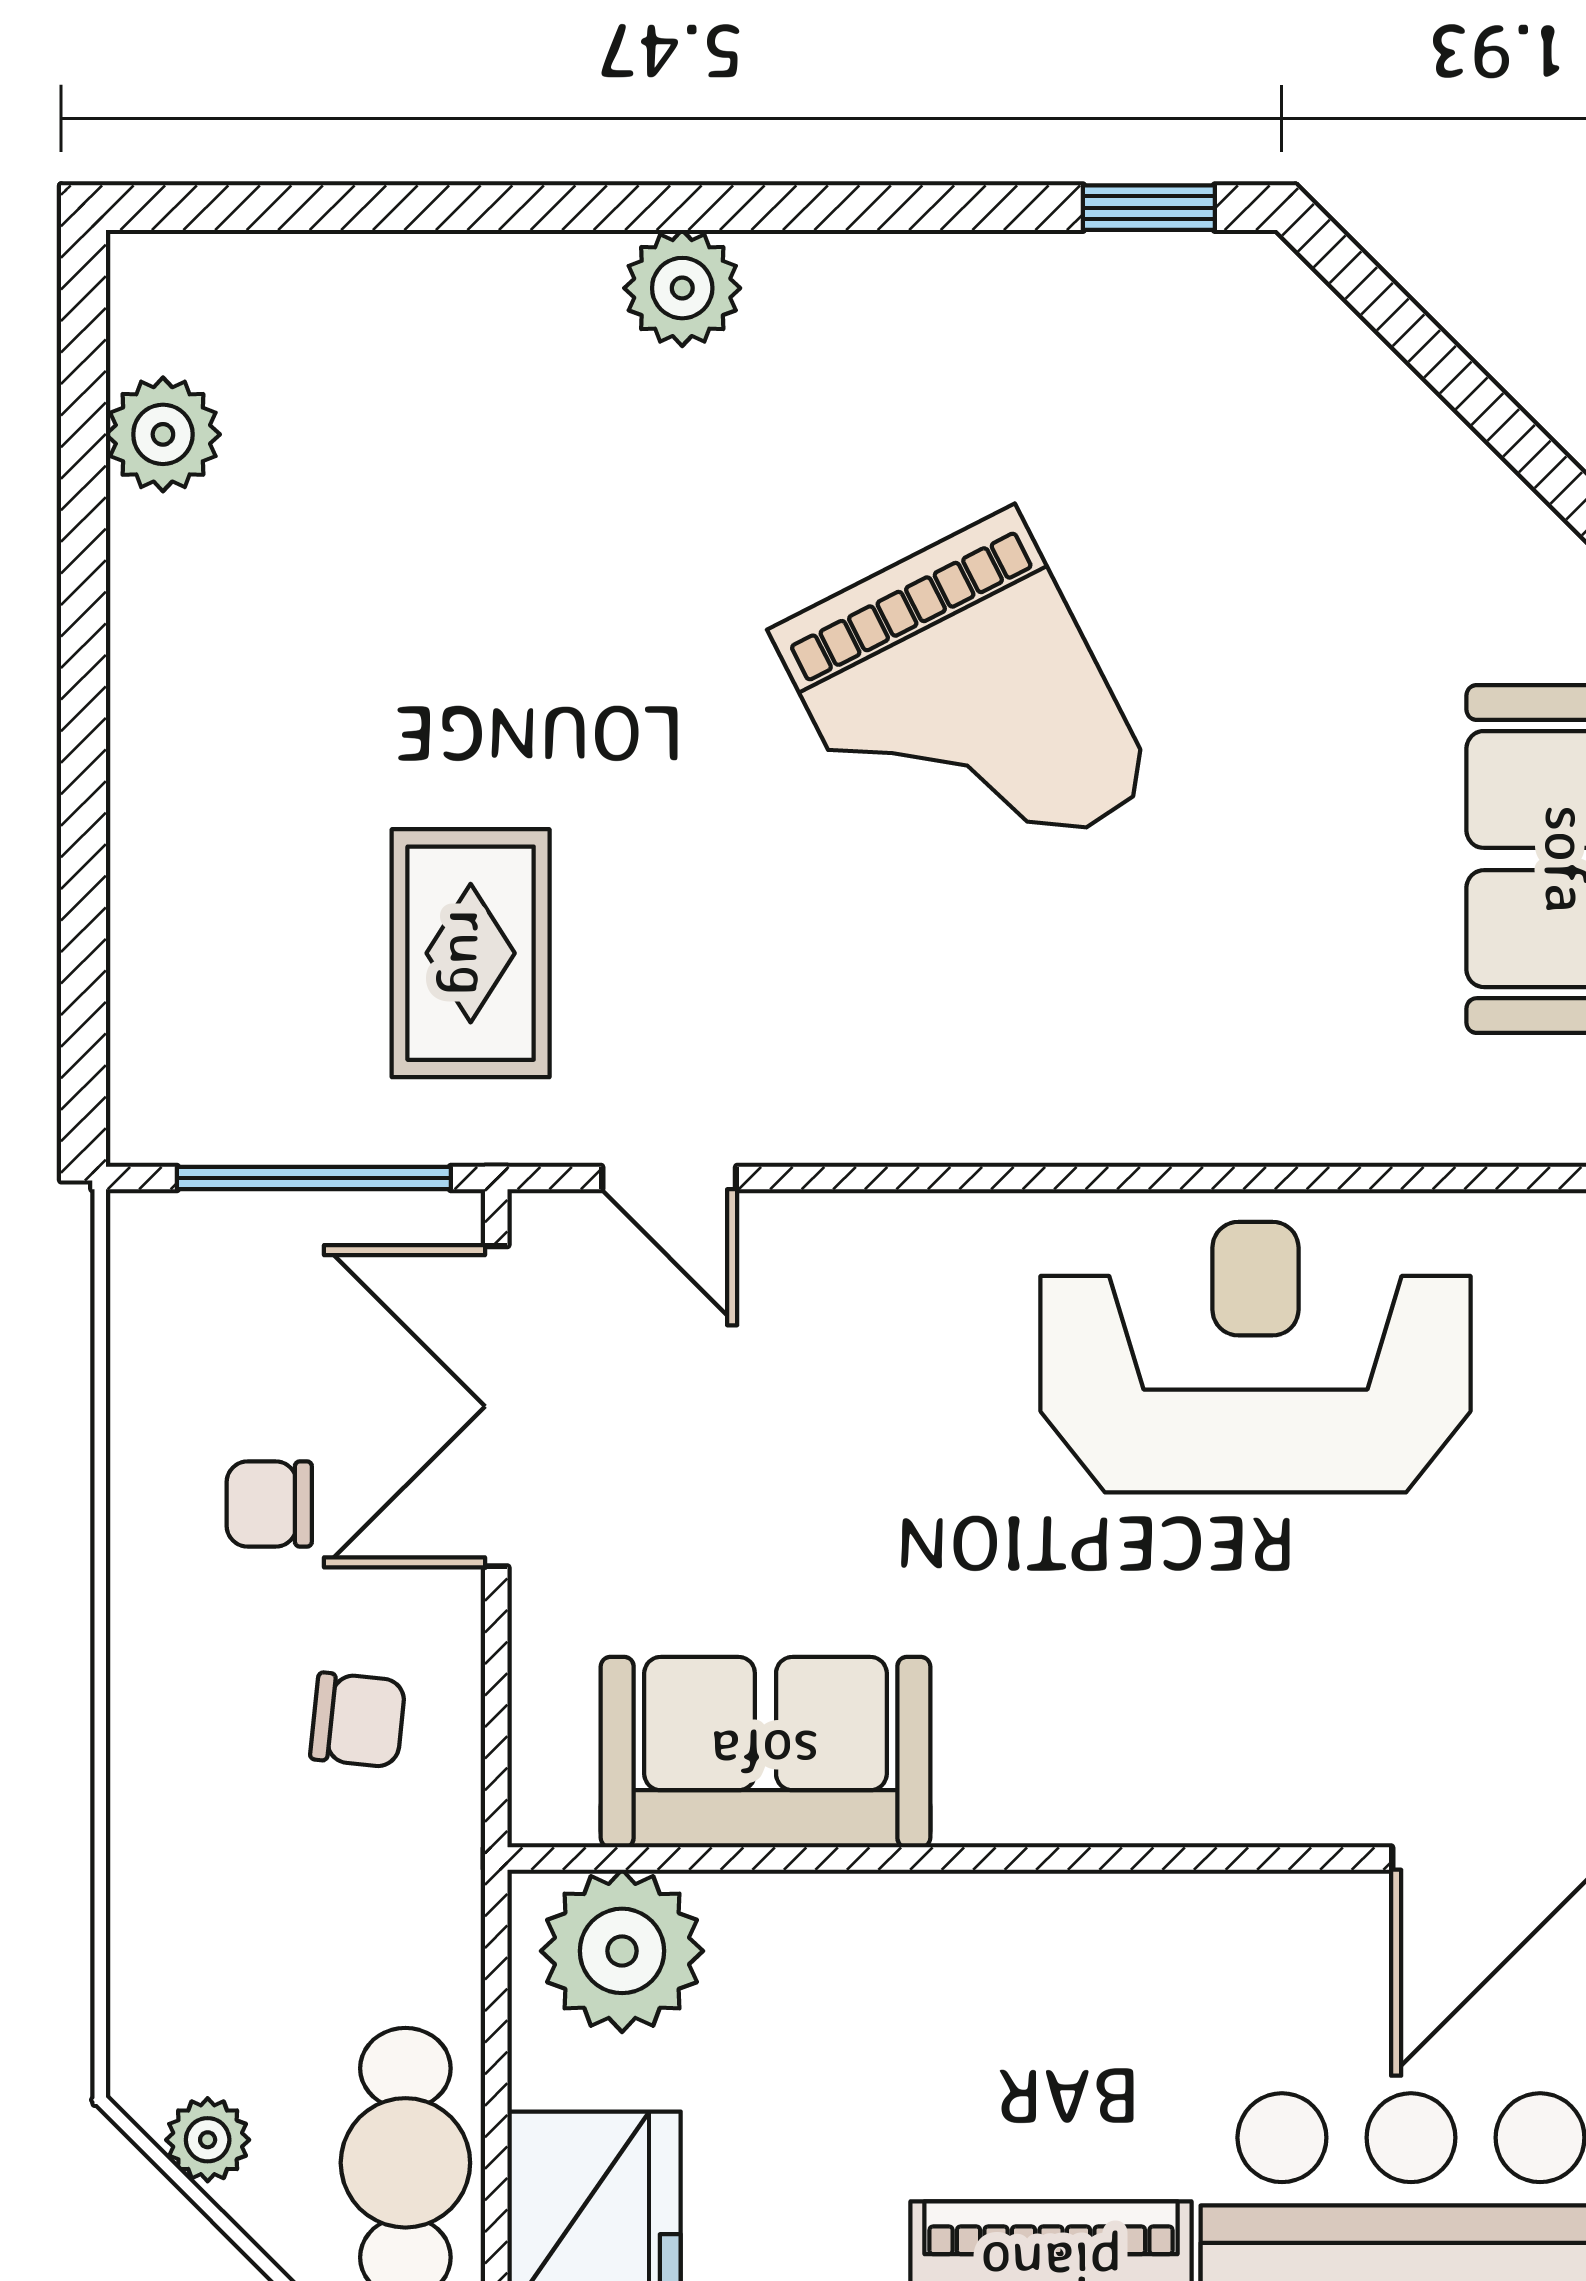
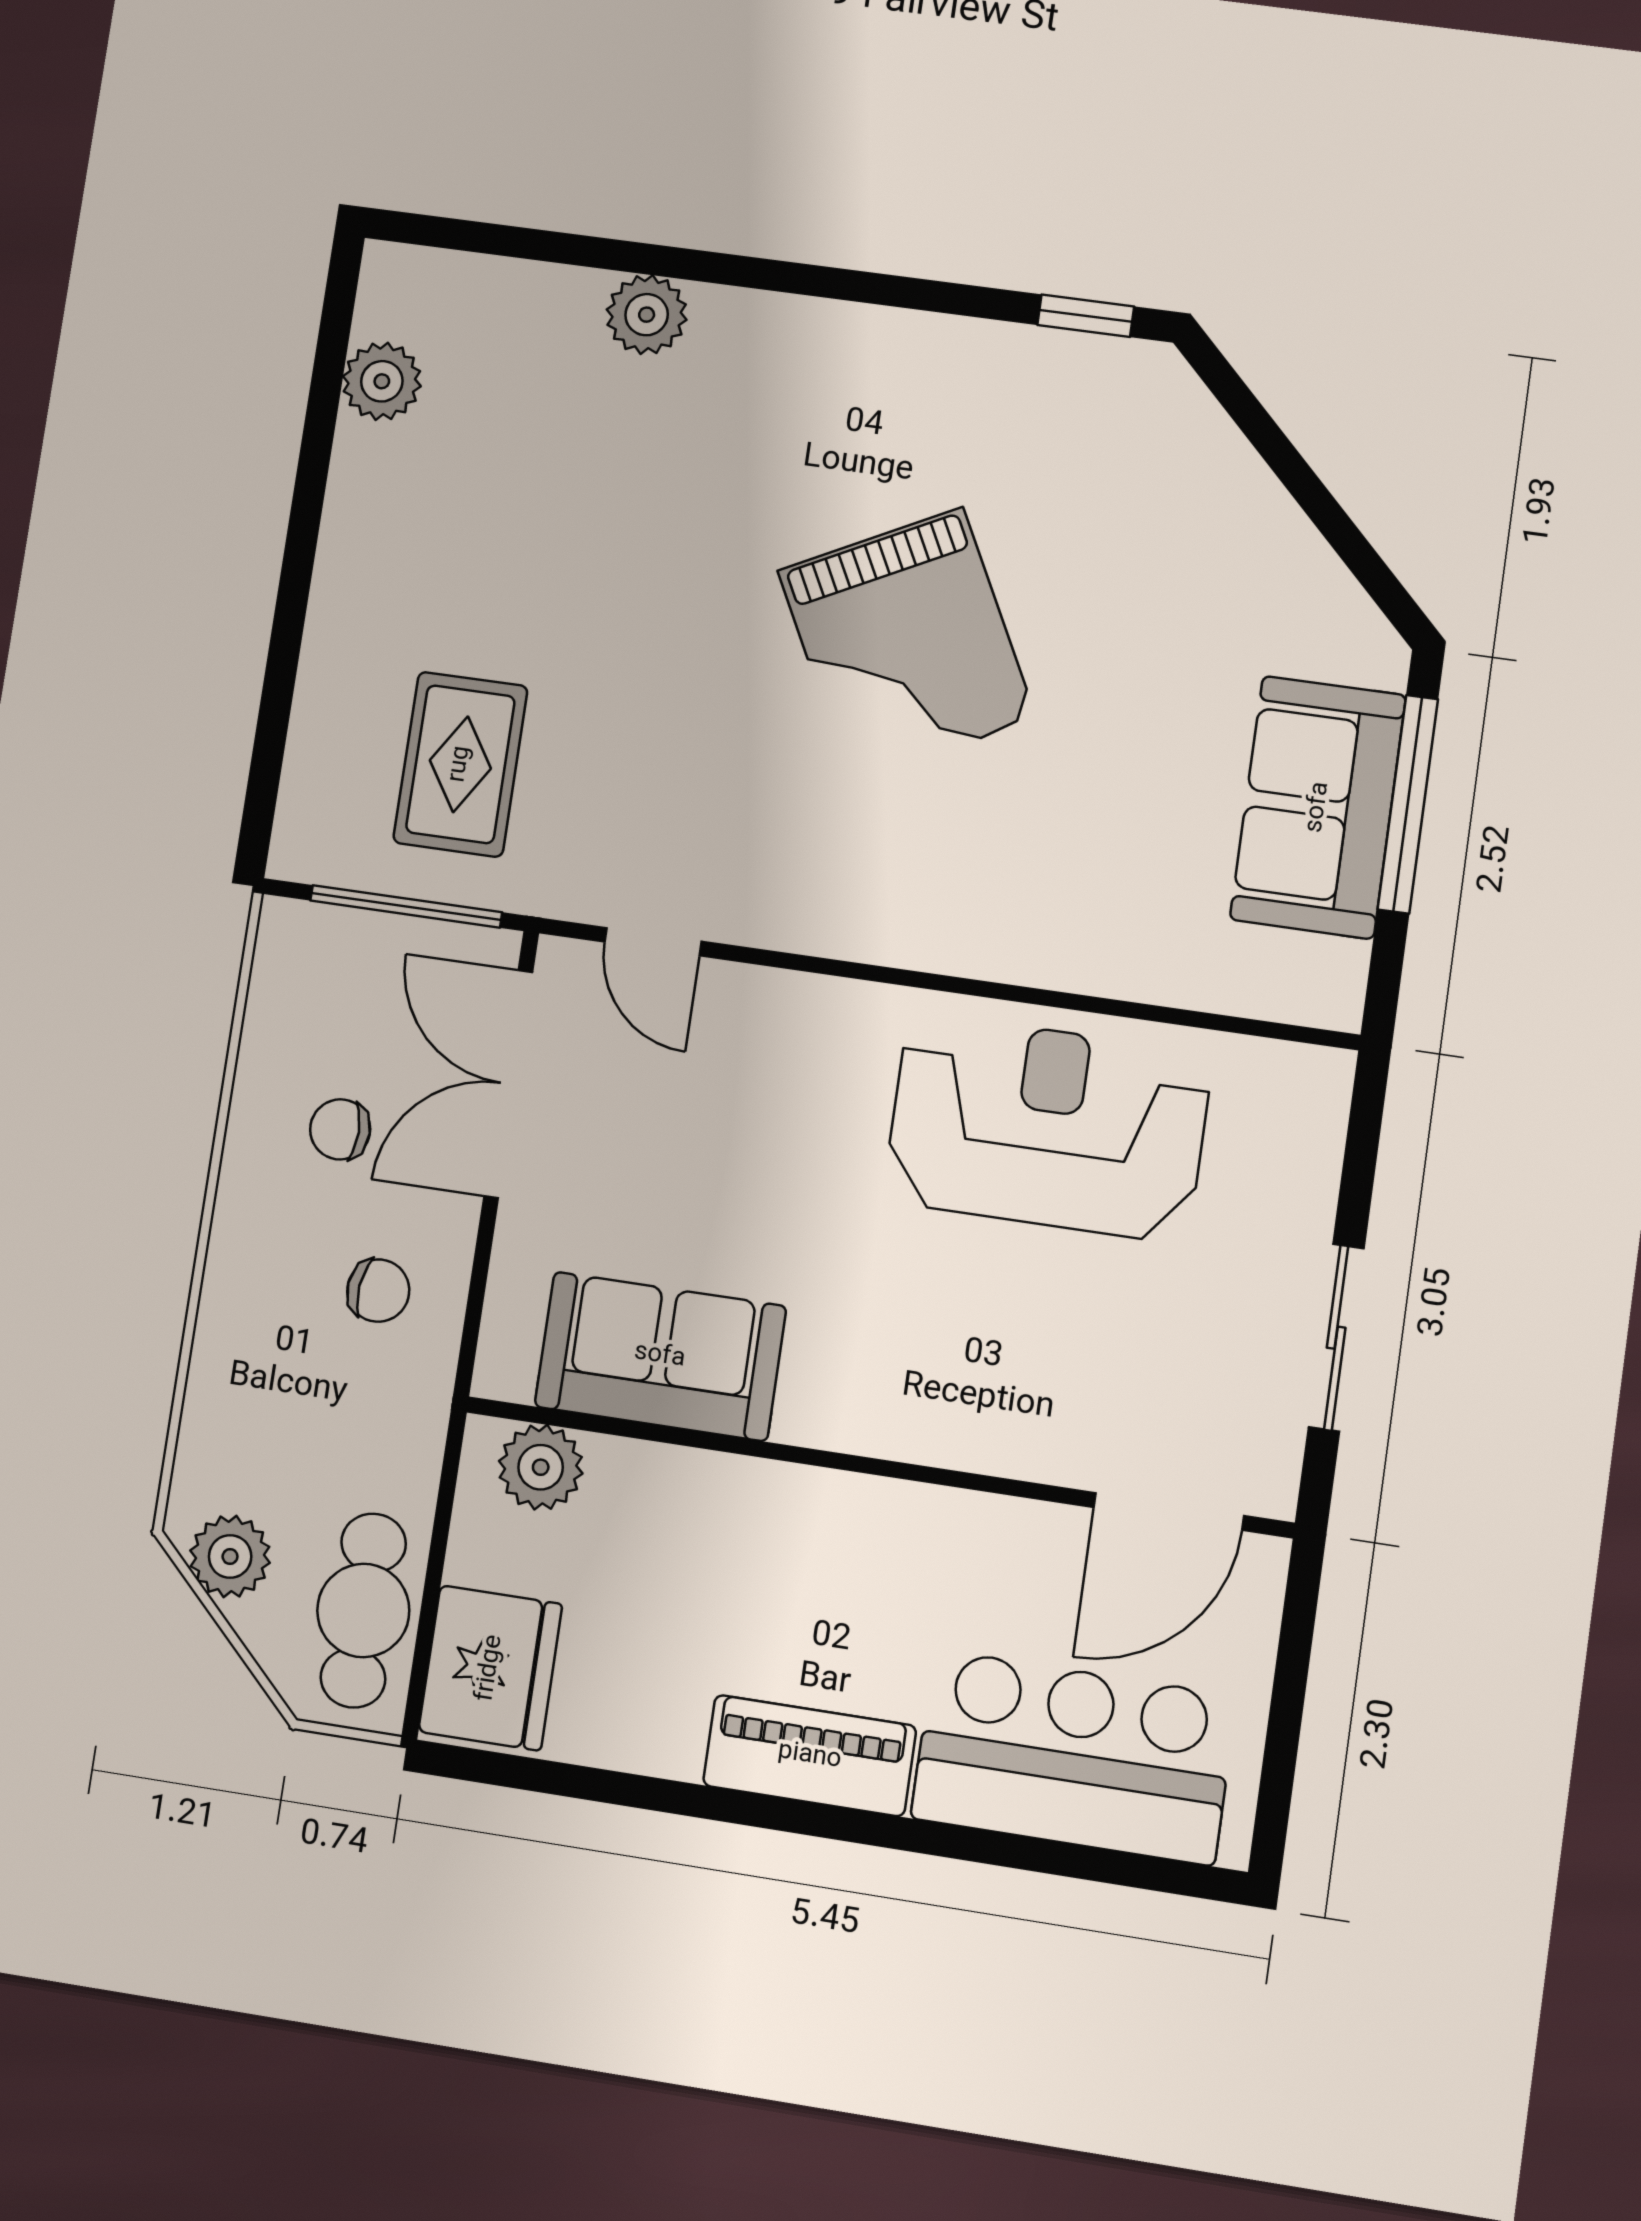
plant: (682, 288) -> (647, 315), moved
rug: (471, 953) -> (460, 764), moved
plant: (622, 1951) -> (541, 1467), width x0.73, depth x0.73
plant: (208, 2140) -> (230, 1557), width x1.38, depth x1.38

